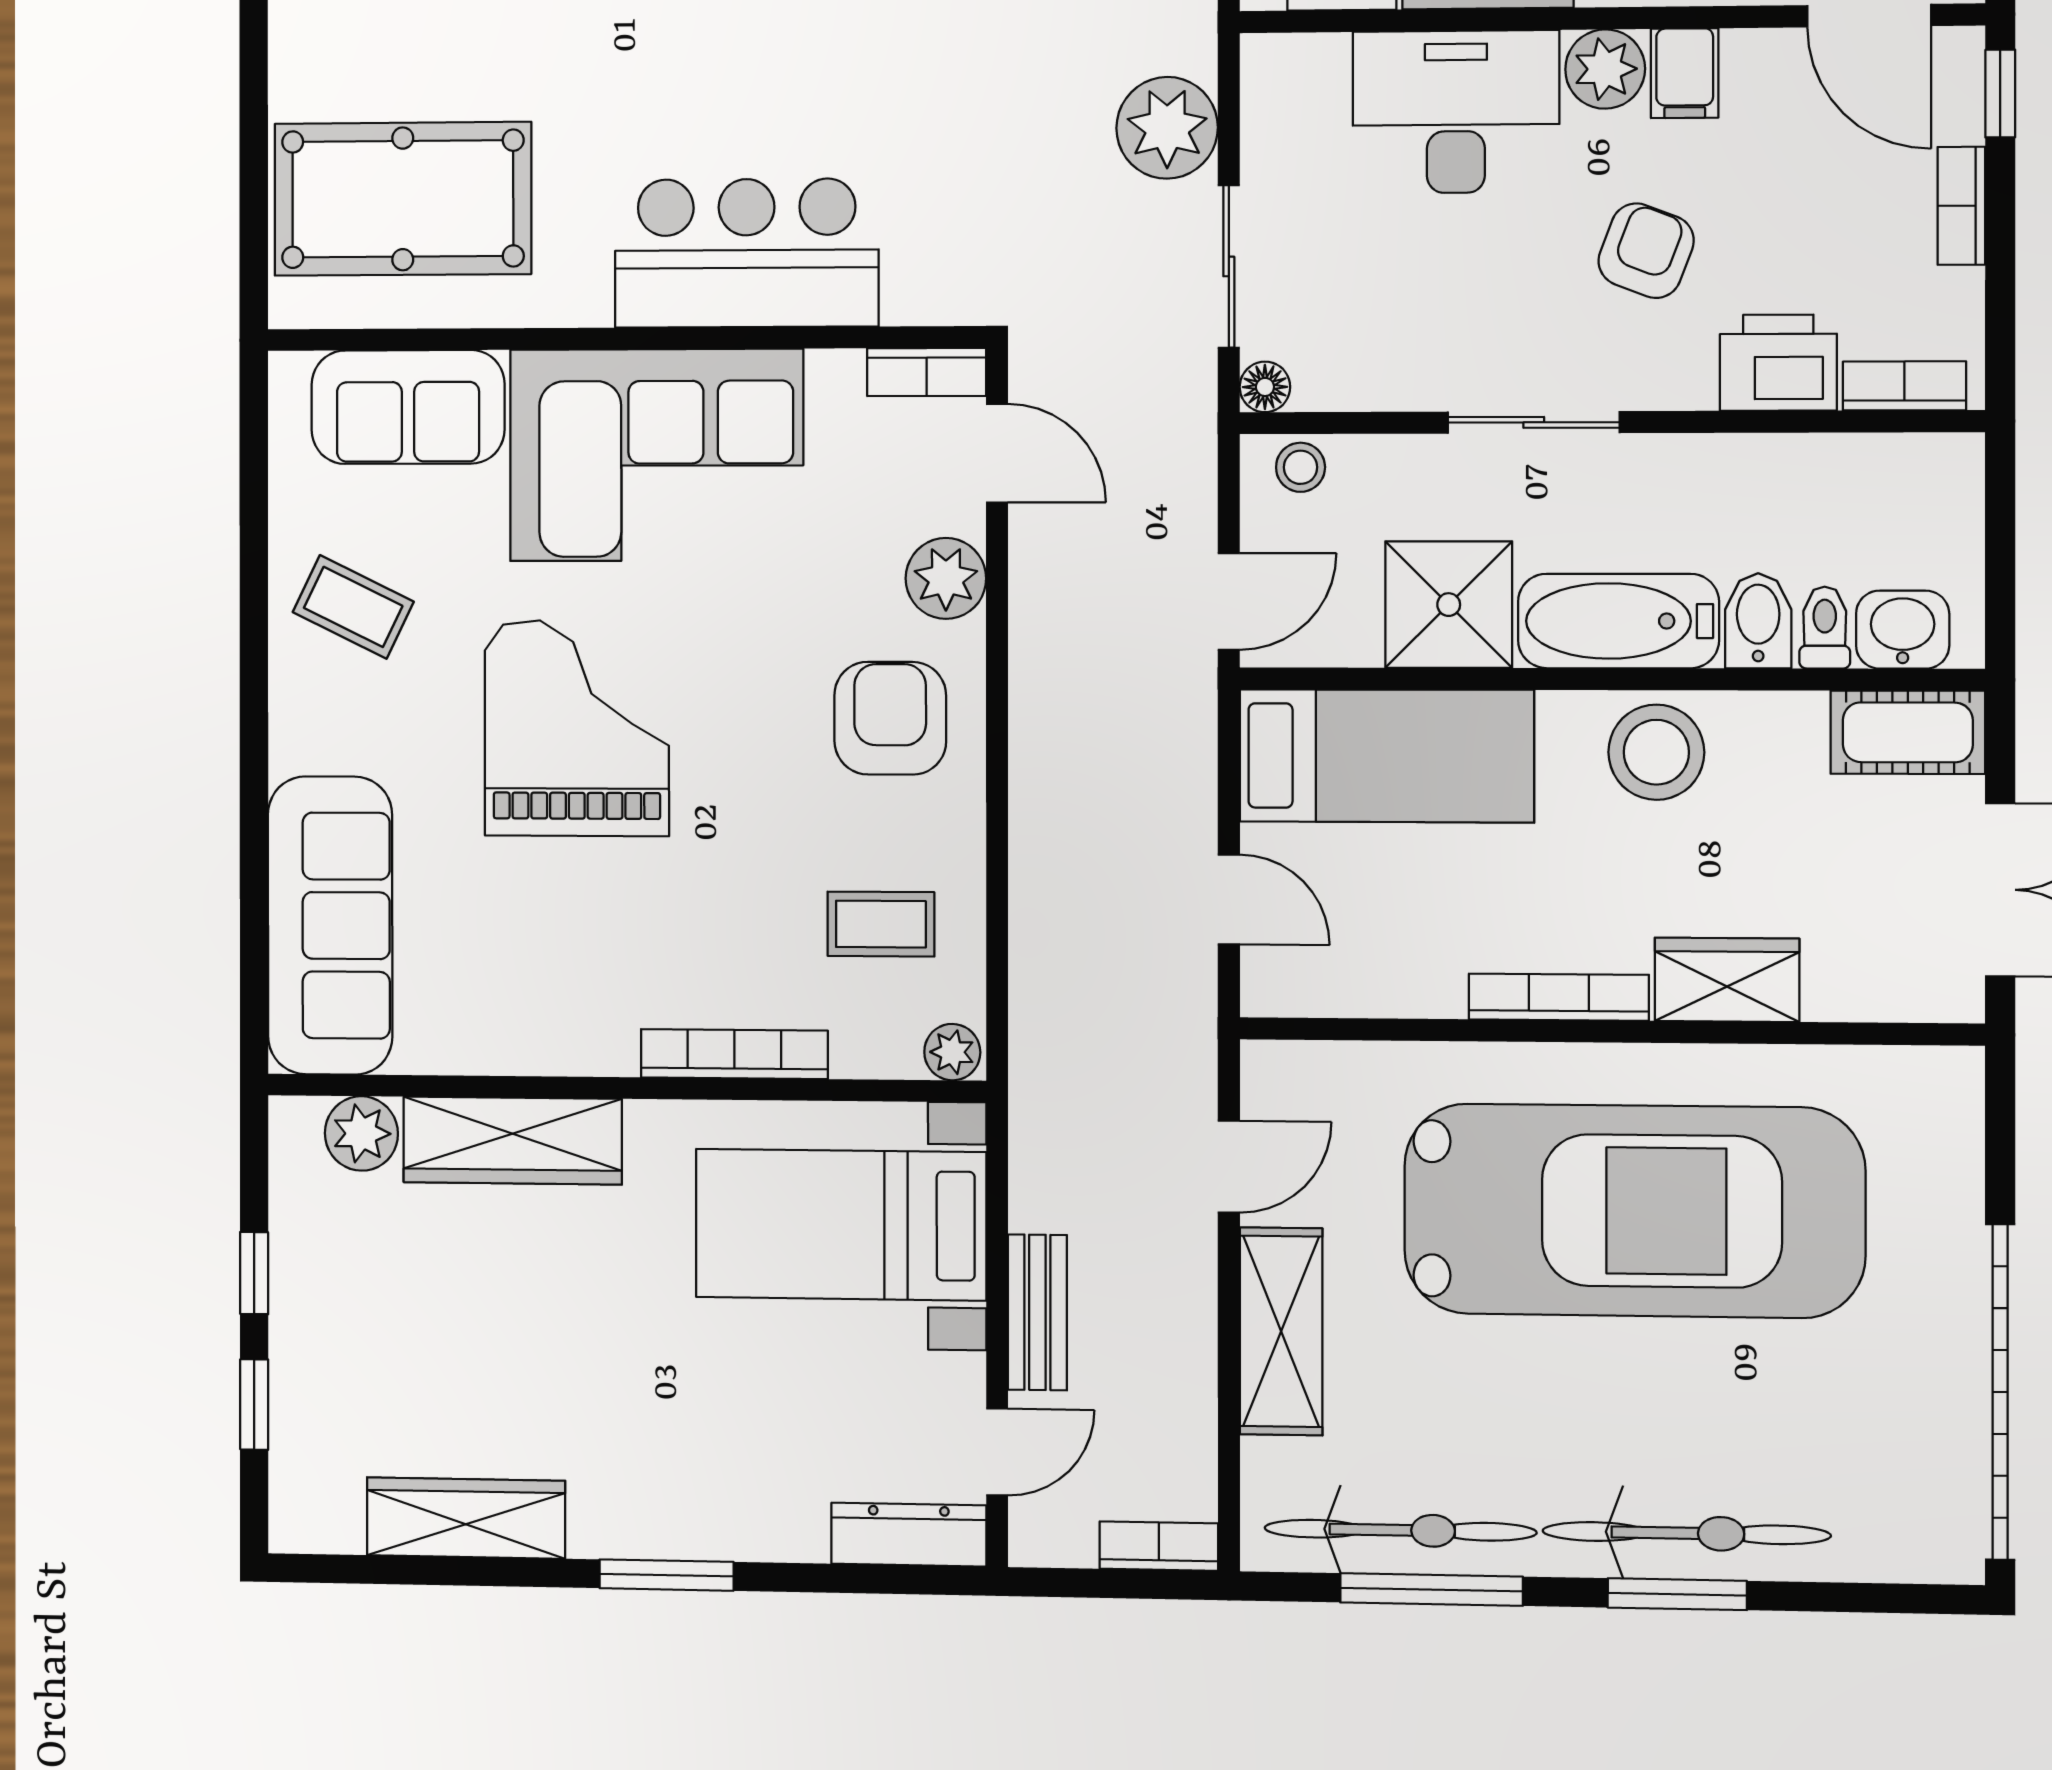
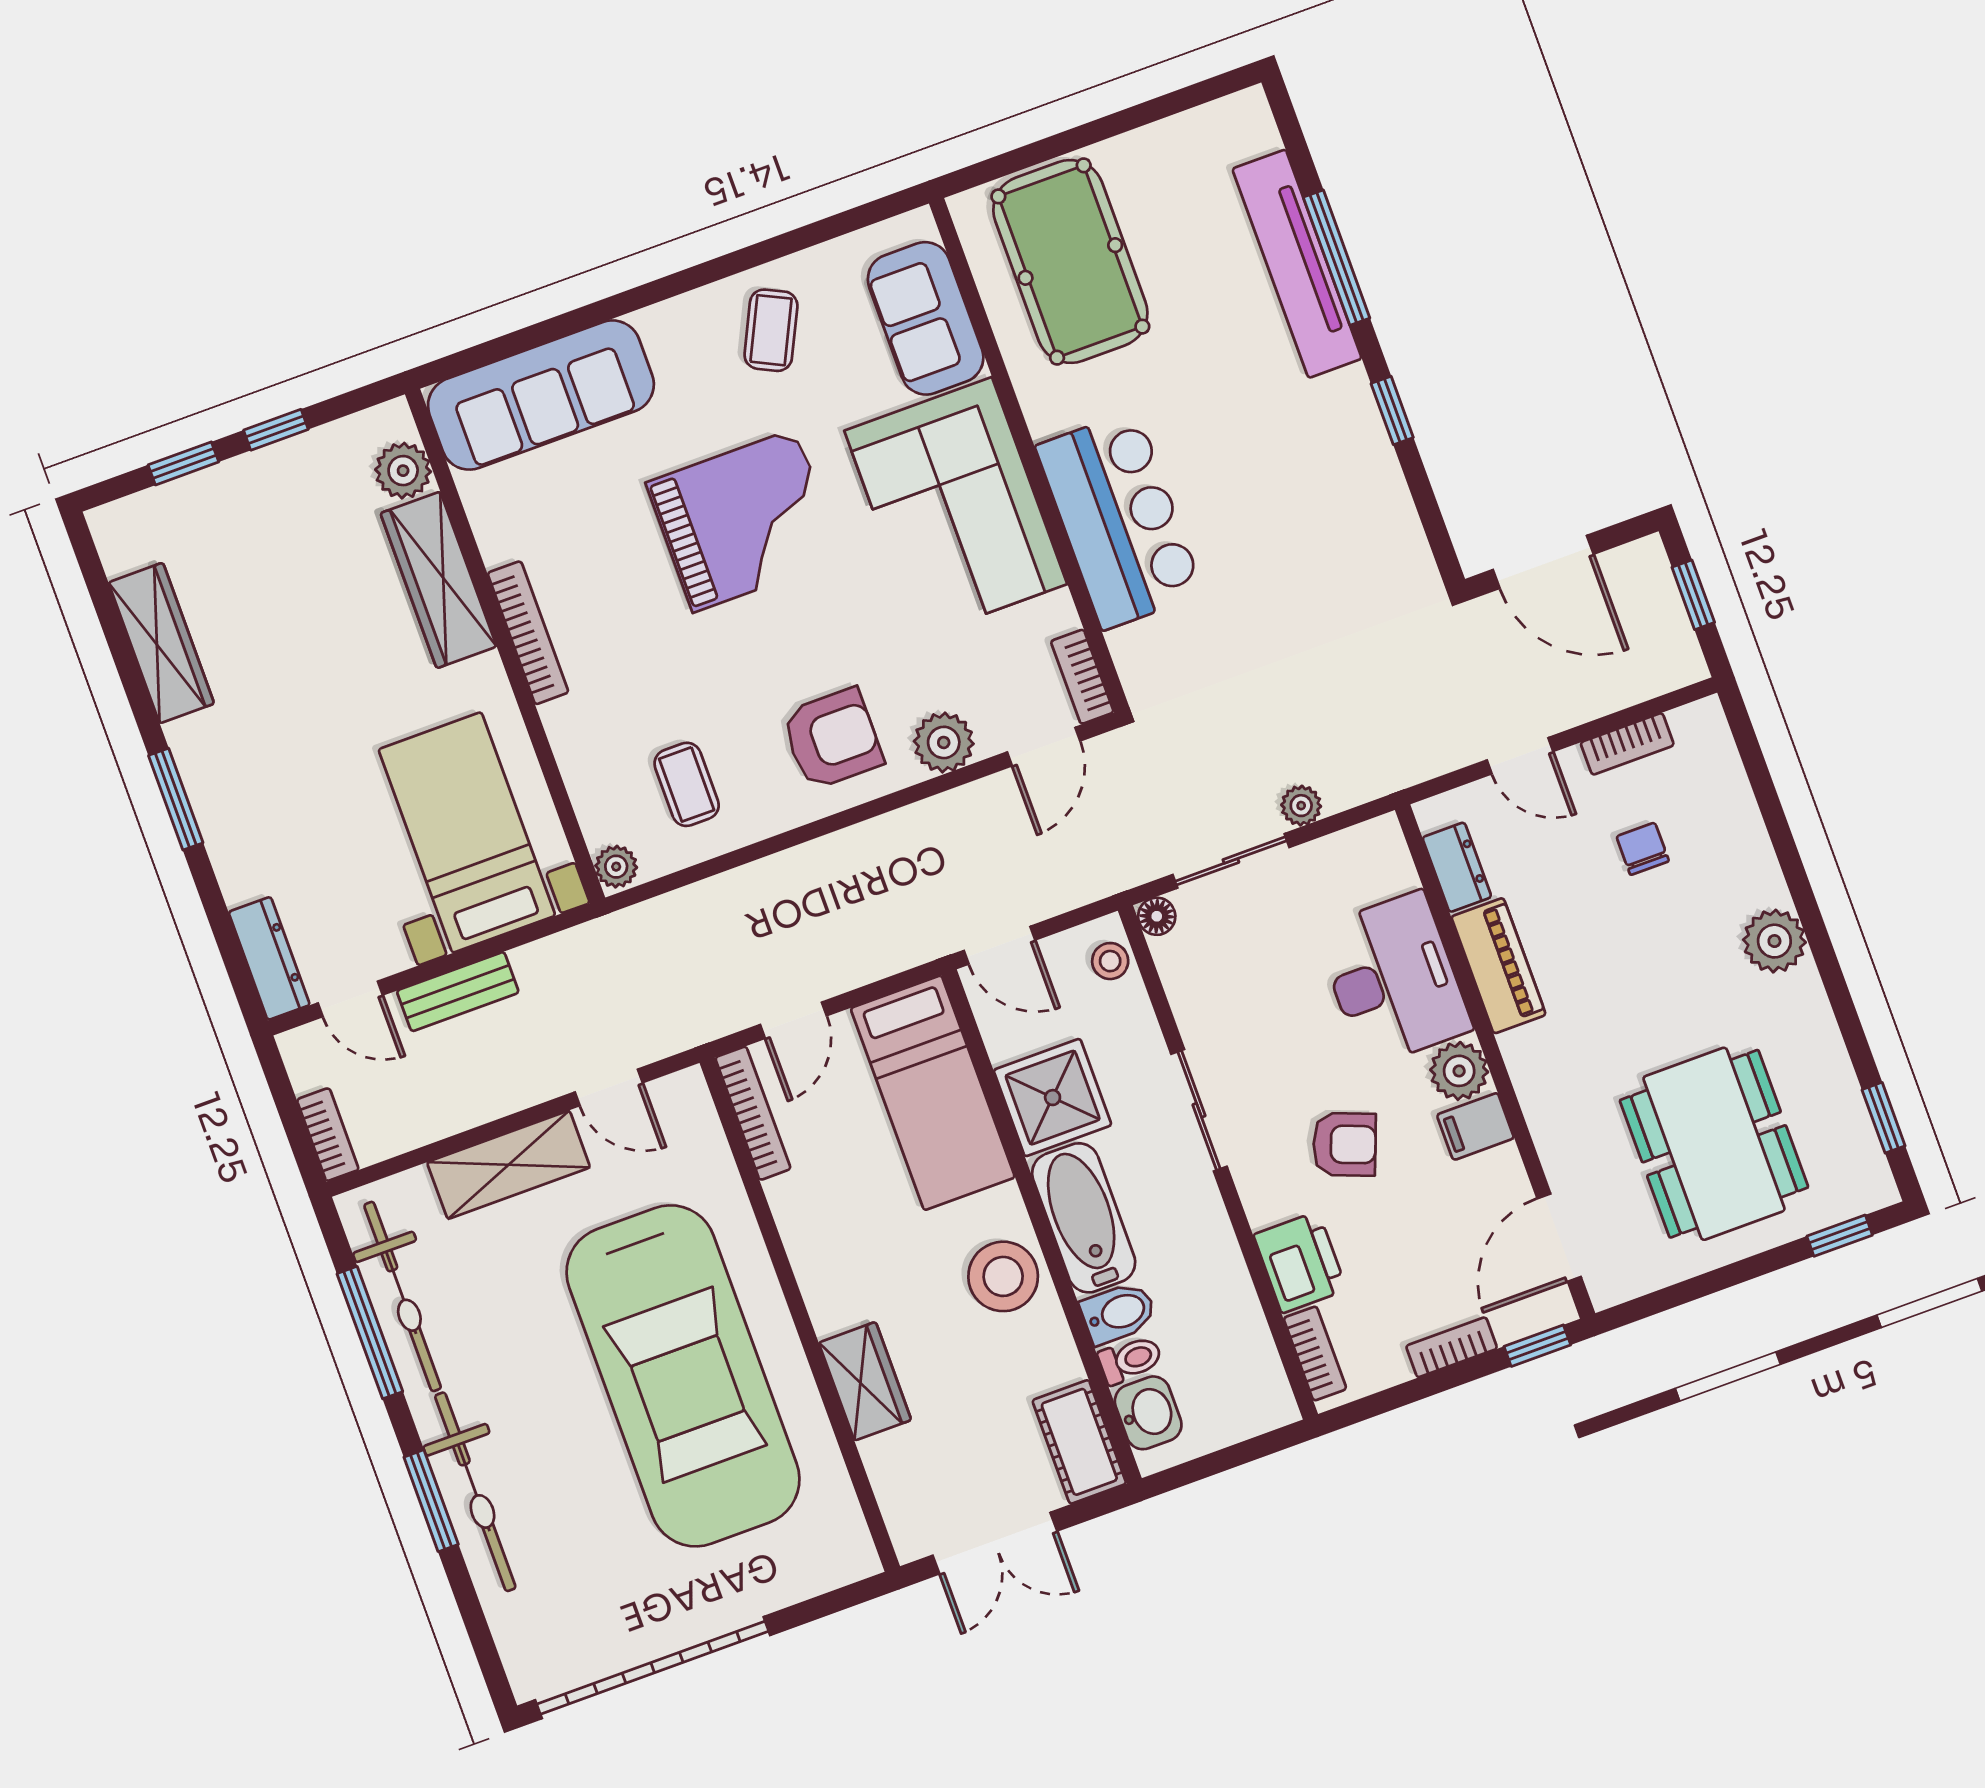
plant: (1167, 128) -> (1301, 806), width x0.53, depth x0.53
bookcase: (1559, 997) -> (753, 1113), moved
bookcase: (734, 1054) -> (528, 633), moved

